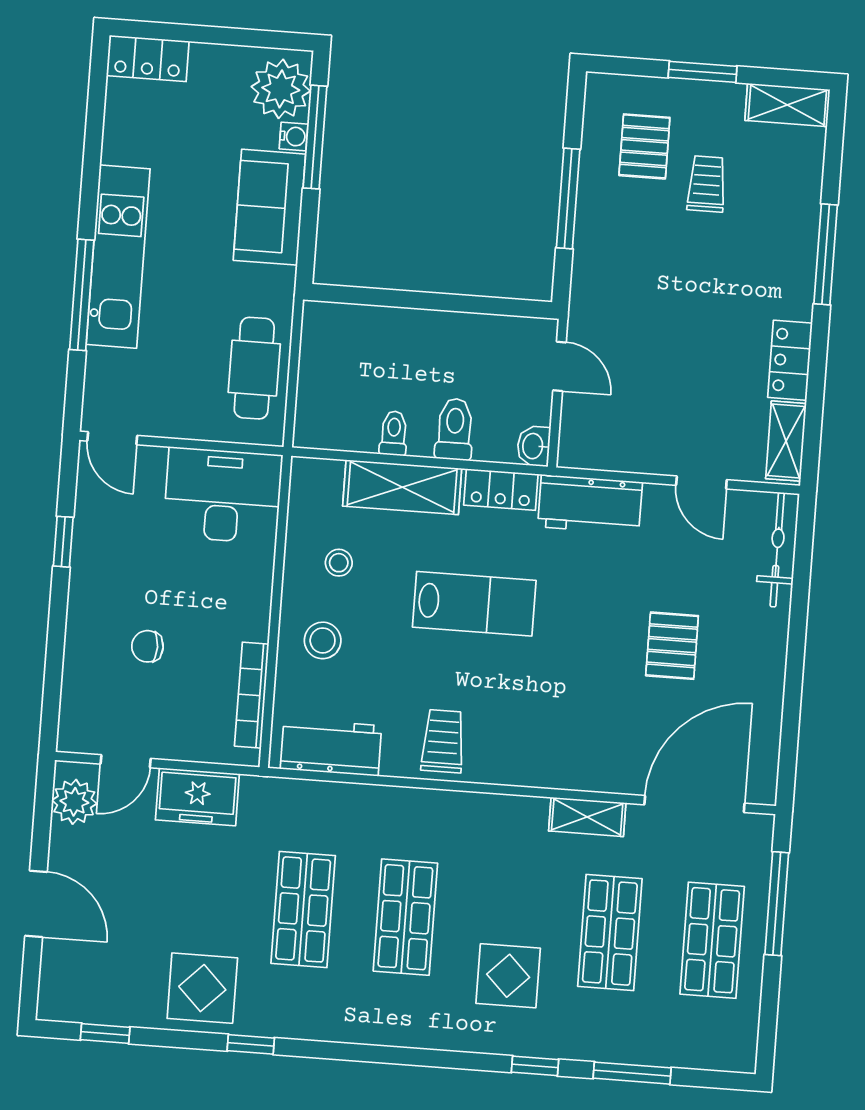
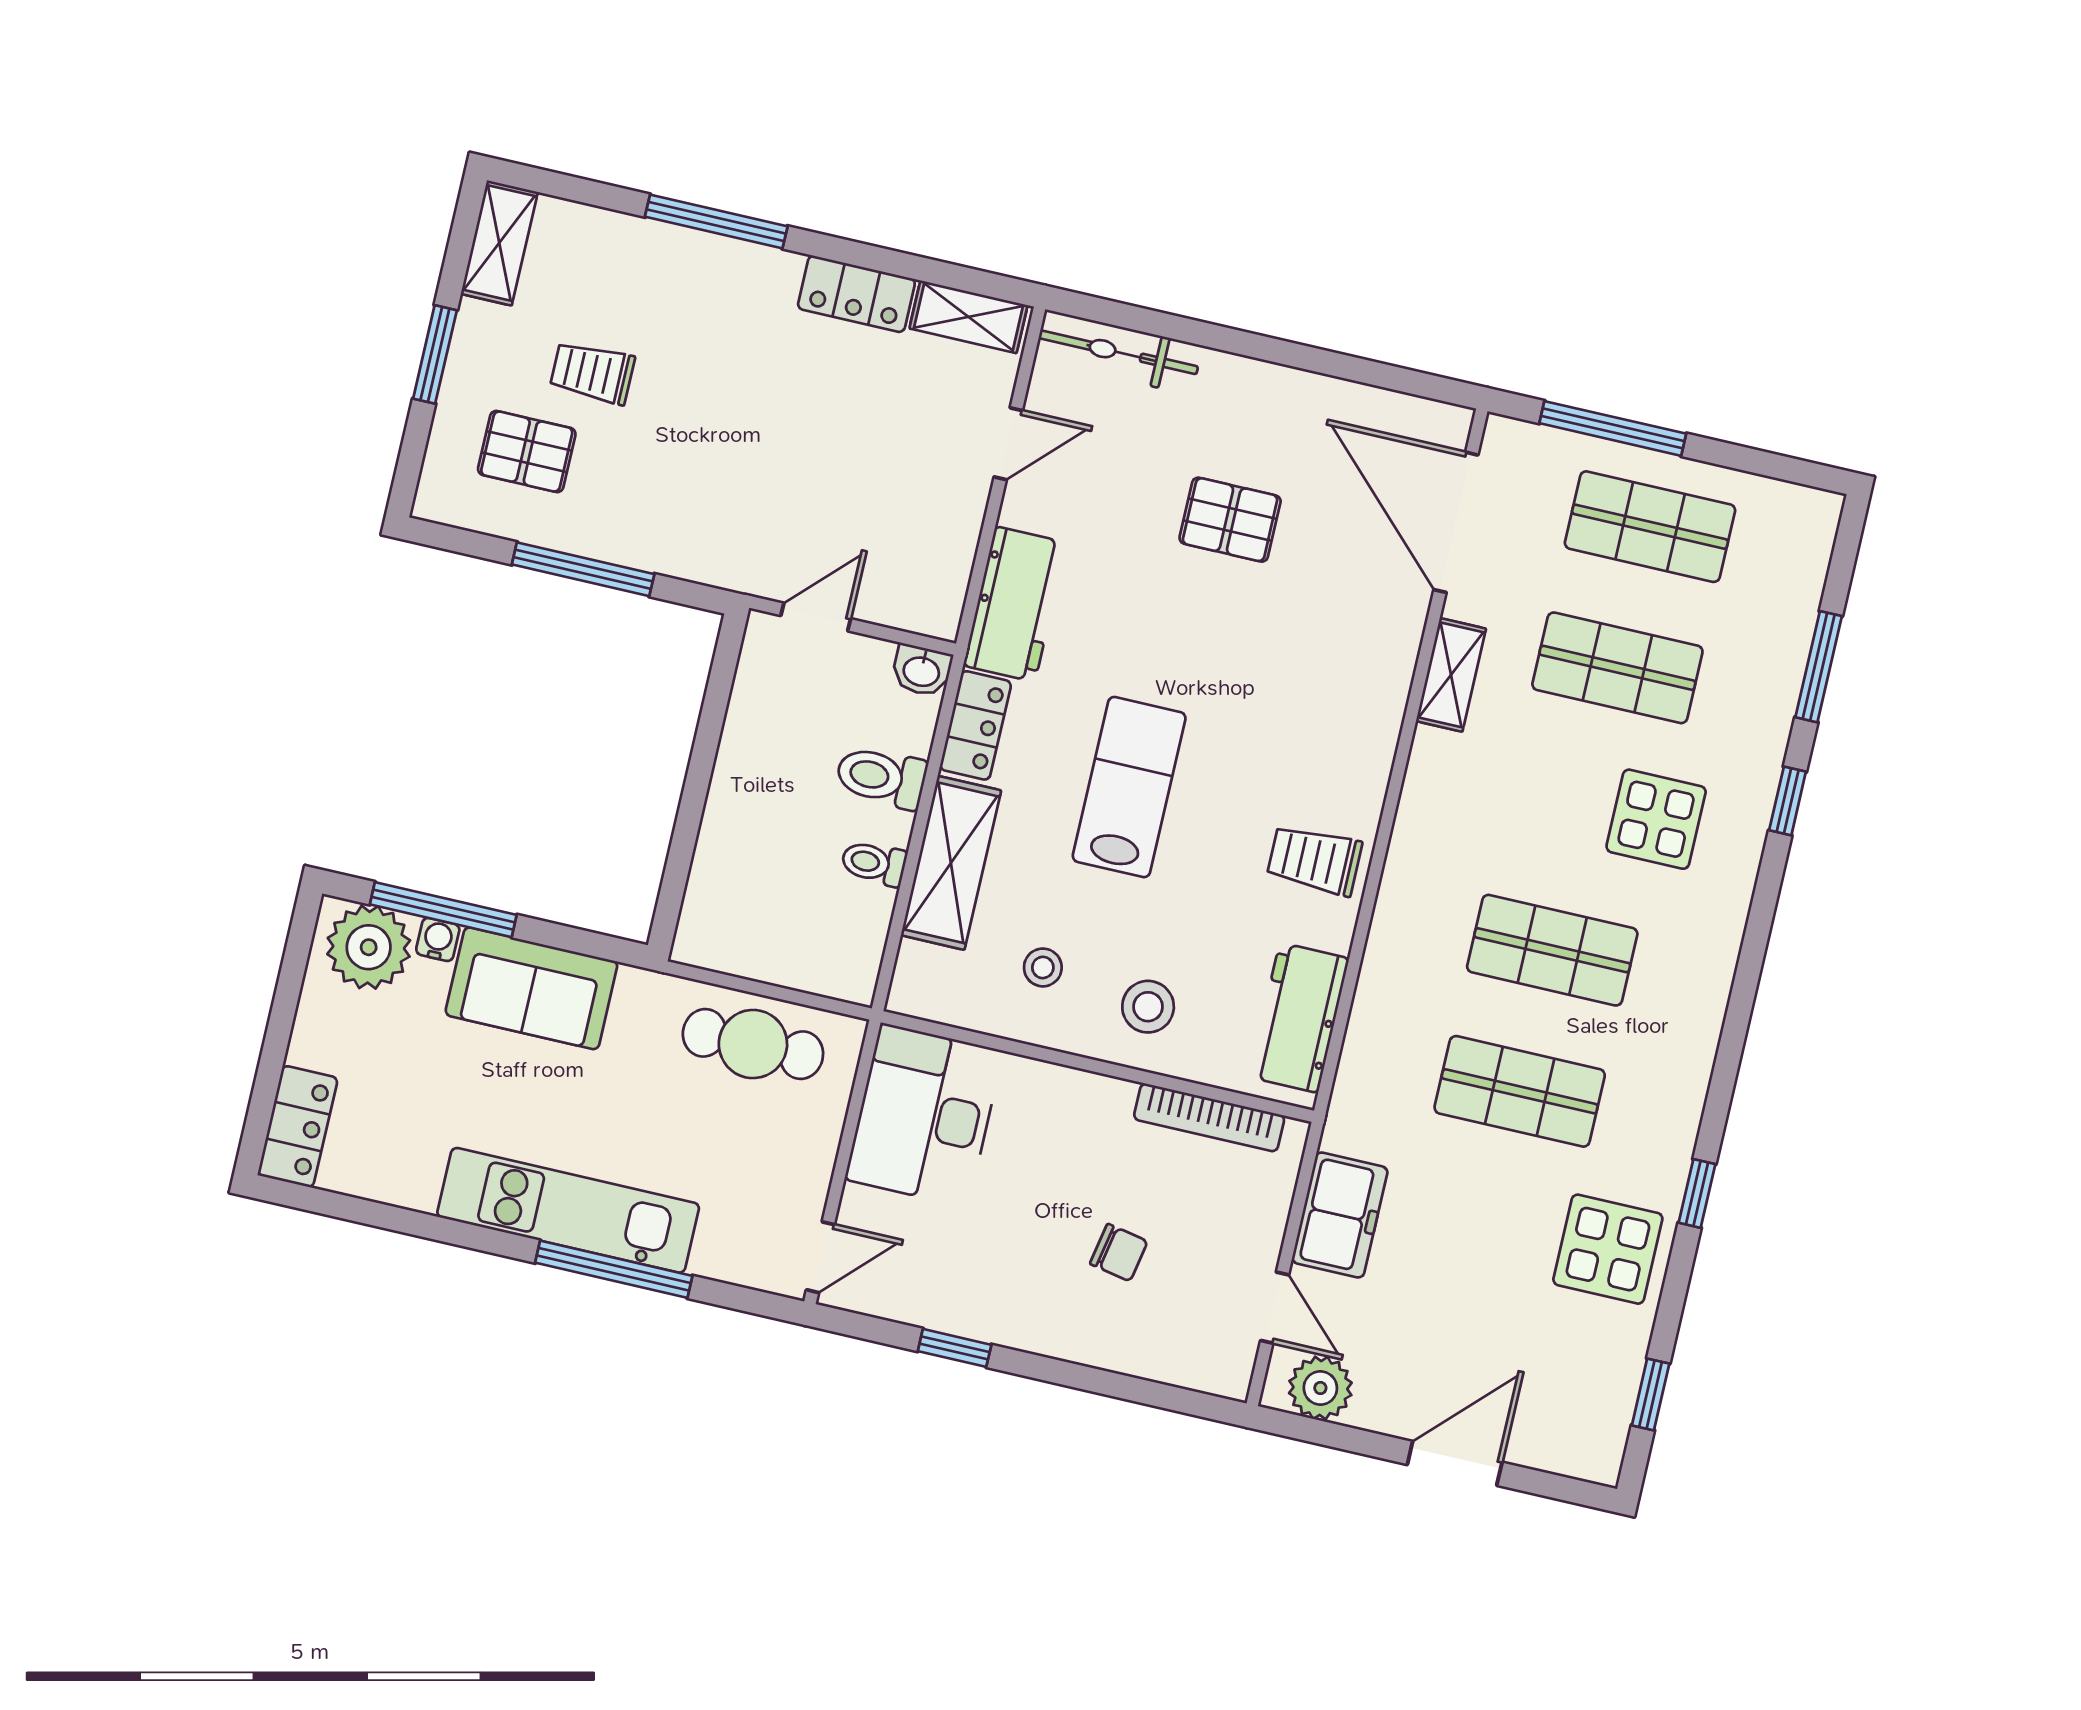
chair: (147, 646) -> (1119, 1253), turned -79

